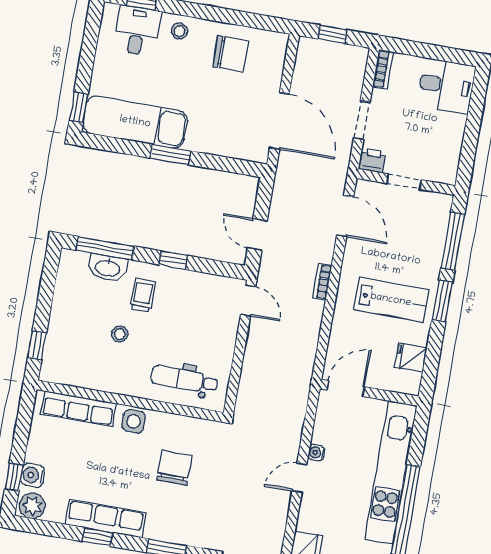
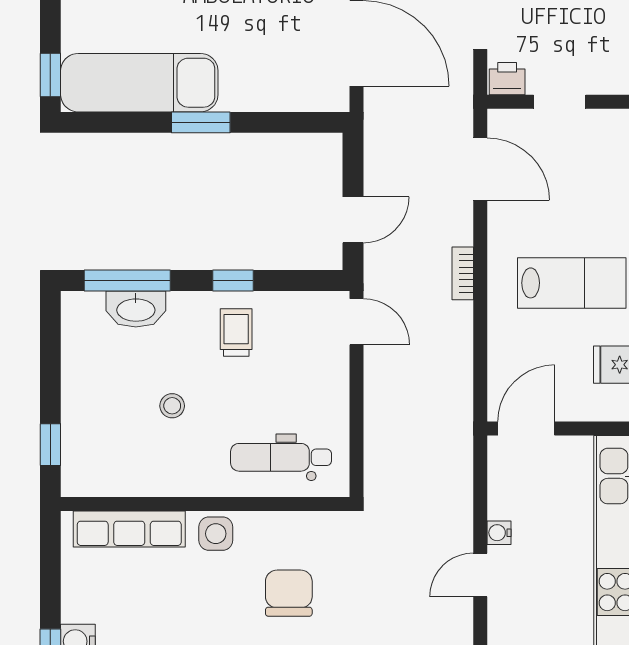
door: (257, 234) -> (353, 220), swing flipped
trolley: (143, 295) -> (236, 332), moved

